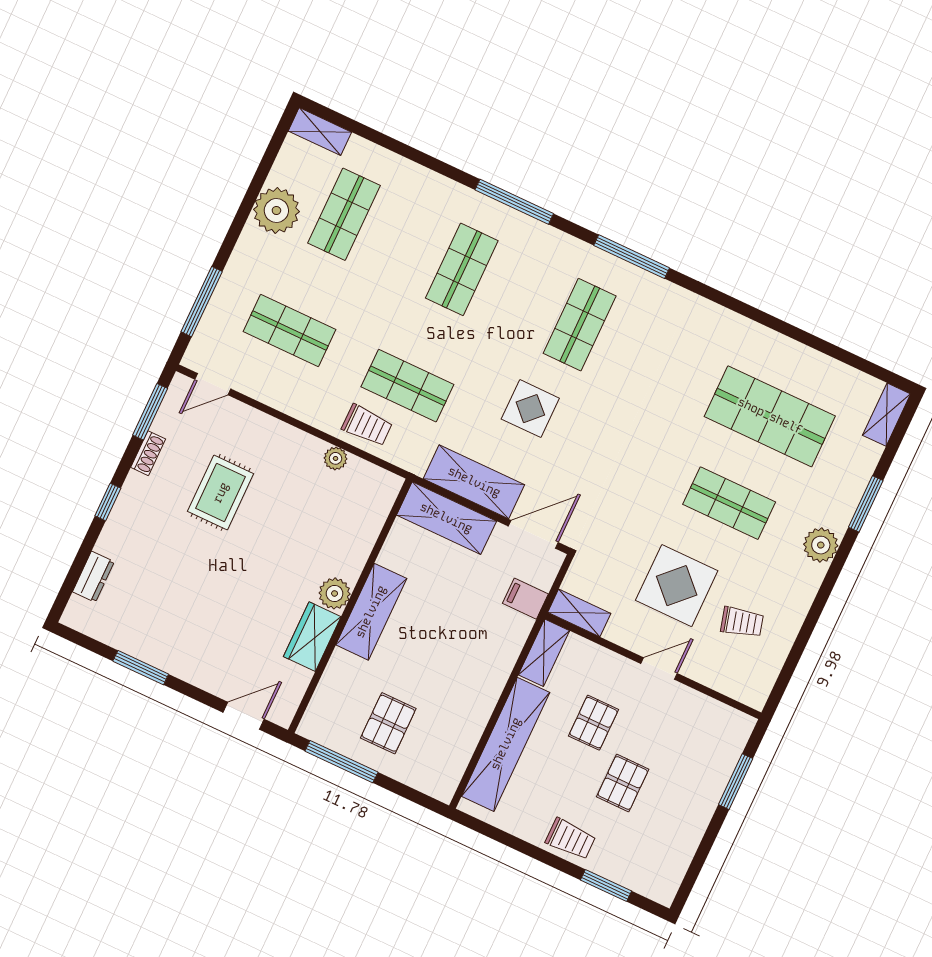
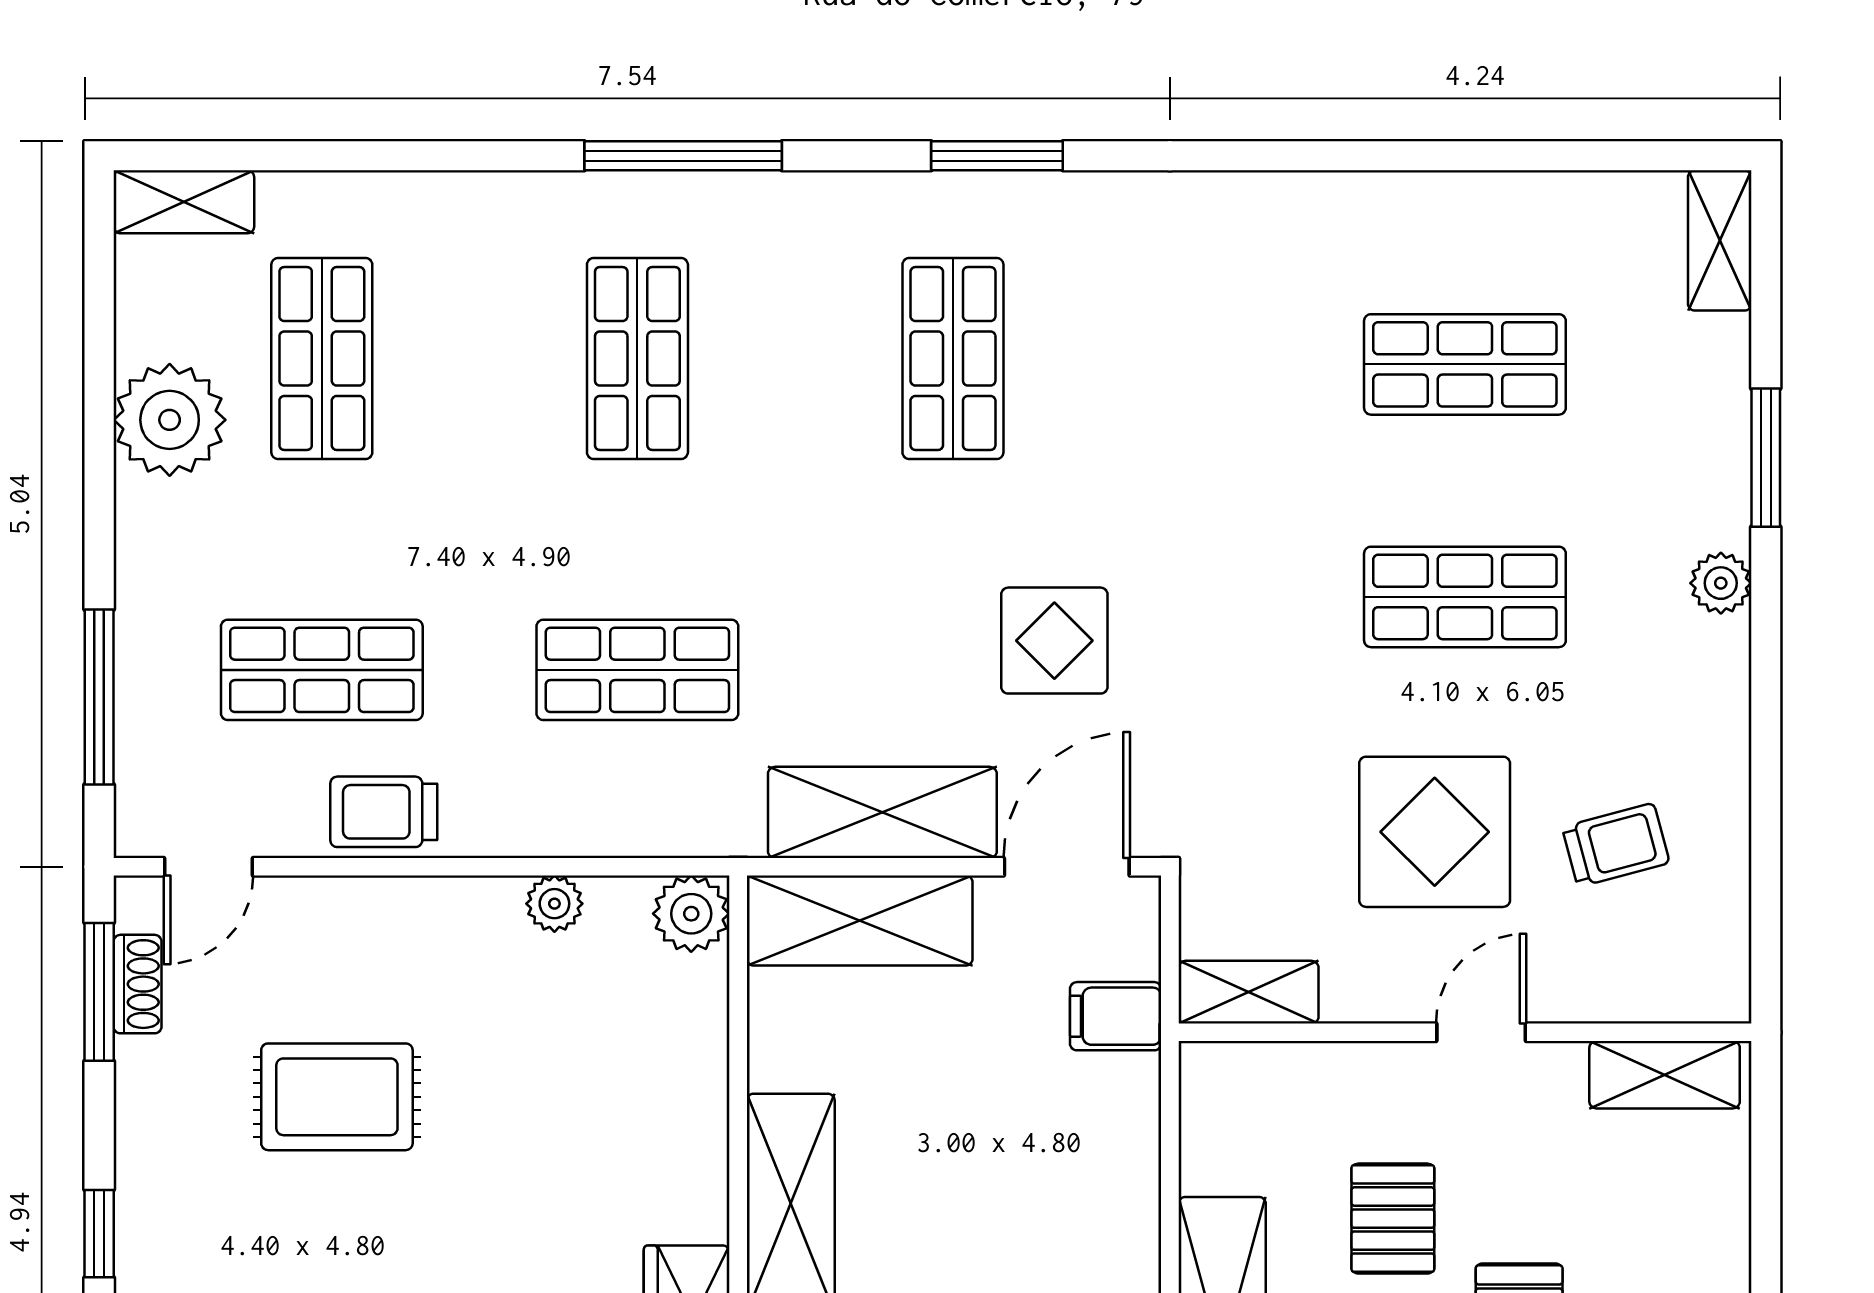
window: (632, 257) -> (997, 156), width x0.69
display table: (530, 409) -> (1054, 641), moved
shop shelf: (770, 416) -> (1465, 364), width x0.70, depth x0.74
trolley: (367, 425) -> (384, 812), moved, turned 180
shoe rack: (148, 453) -> (137, 984), moved
rug: (221, 493) -> (337, 1097), turned 90
plant: (821, 545) -> (1721, 583), width x0.73, depth x0.73
plant: (335, 593) -> (691, 914), moved
shelving: (544, 653) -> (1665, 1075), moved, turned 90
window: (736, 782) -> (1766, 1202), removed

